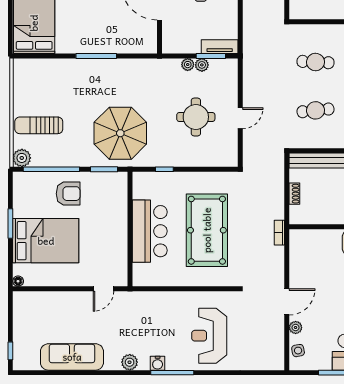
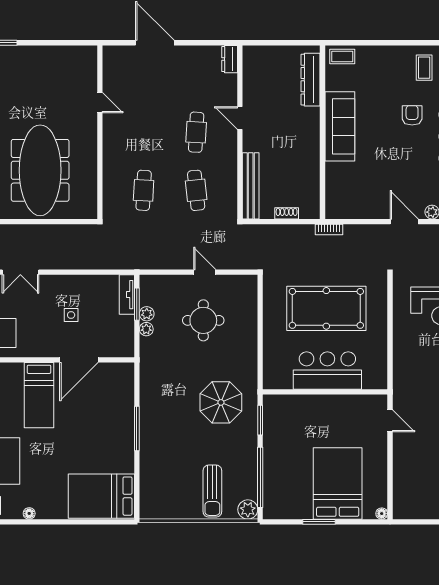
parasol: (120, 133) -> (221, 402), width x0.73, depth x0.73
window: (164, 169) -> (260, 355), removed
armchair: (68, 194) -> (286, 459), removed

